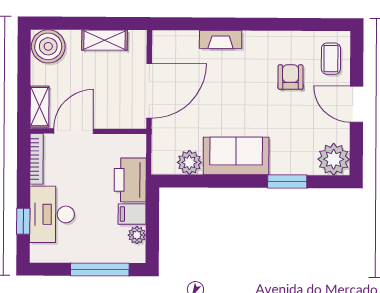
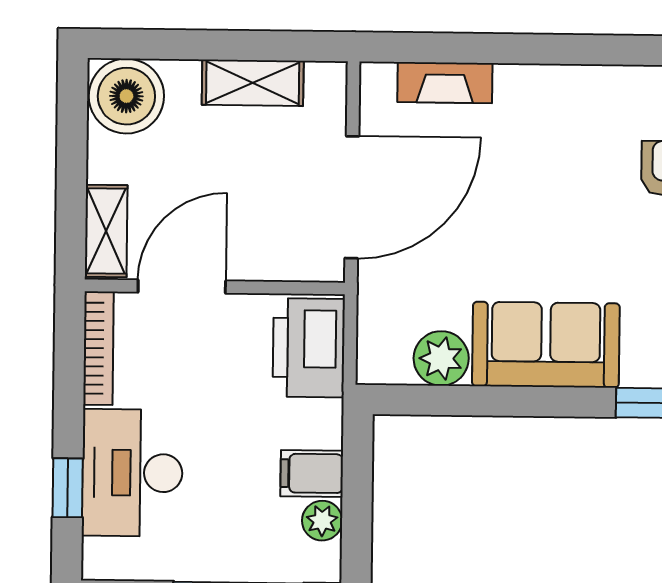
fireplace: (221, 40) -> (445, 83), moved
printer: (130, 180) -> (309, 348), moved

